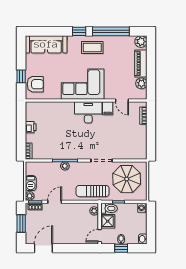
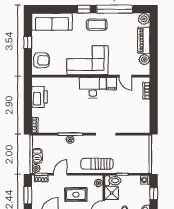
window: (21, 76) -> (28, 42), moved
printer: (31, 127) -> (39, 97), width x1.87, depth x1.48
parasol: (127, 179) -> (130, 152), removed
window: (151, 222) -> (154, 194), added
rug: (71, 223) -> (76, 195), added

